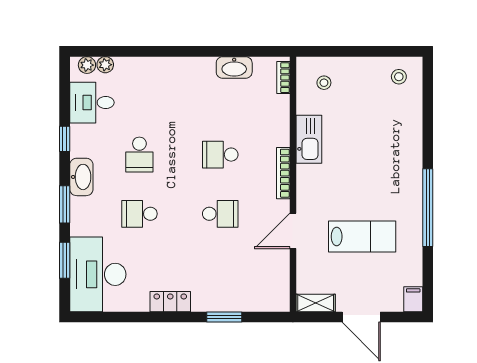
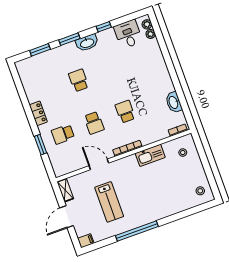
school desk: (139, 155) -> (63, 134), moved
desk: (98, 274) -> (39, 70), removed

